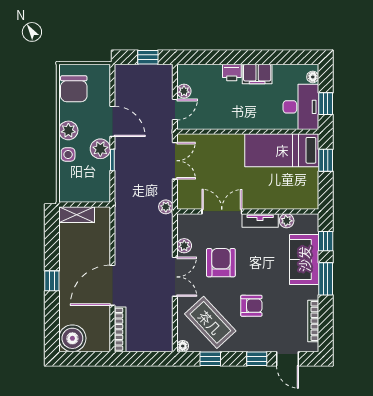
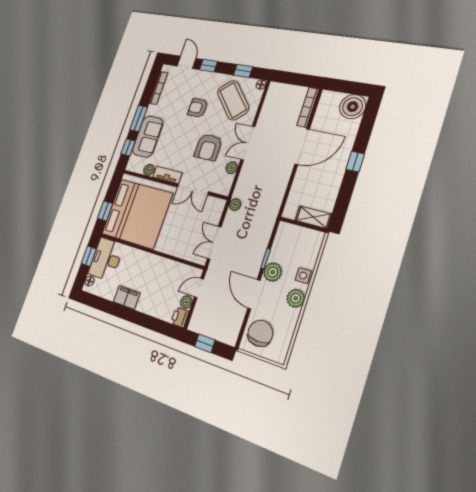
printer: (232, 73) -> (180, 317), moved, turned -90
chair: (74, 89) -> (260, 333), moved
bed: (282, 150) -> (137, 214), width x2.04

